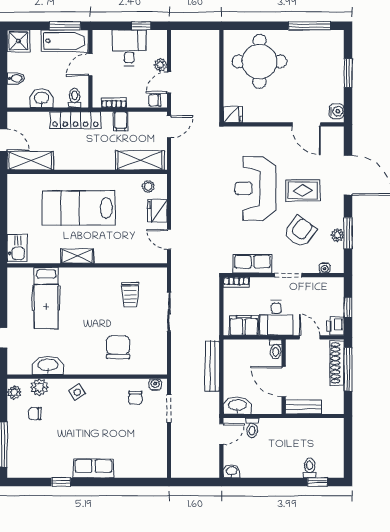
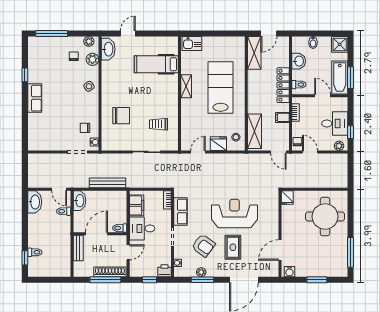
plant: (160, 65) -> (339, 146), moved
printer: (335, 326) -> (164, 271), moved
washbasin: (48, 365) -> (108, 49), moved
washbasin: (232, 471) -> (35, 202), width x1.91, depth x1.45

